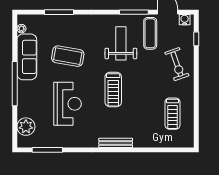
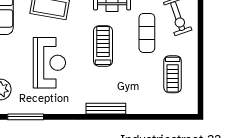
exercise mat: (151, 78) -> (147, 33), added
treadmill: (113, 89) -> (103, 46), turned 180

